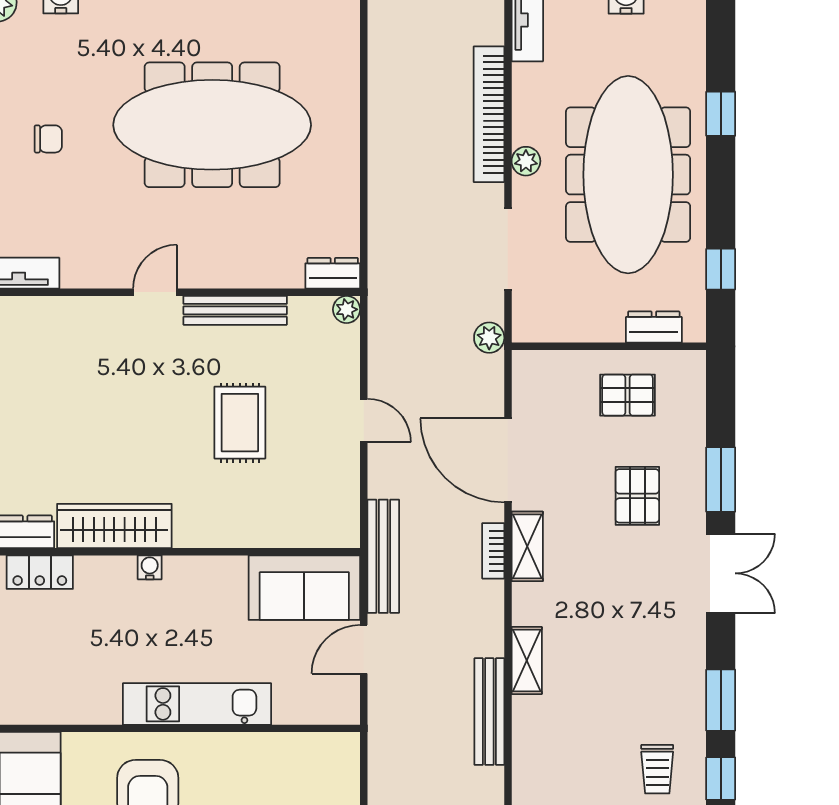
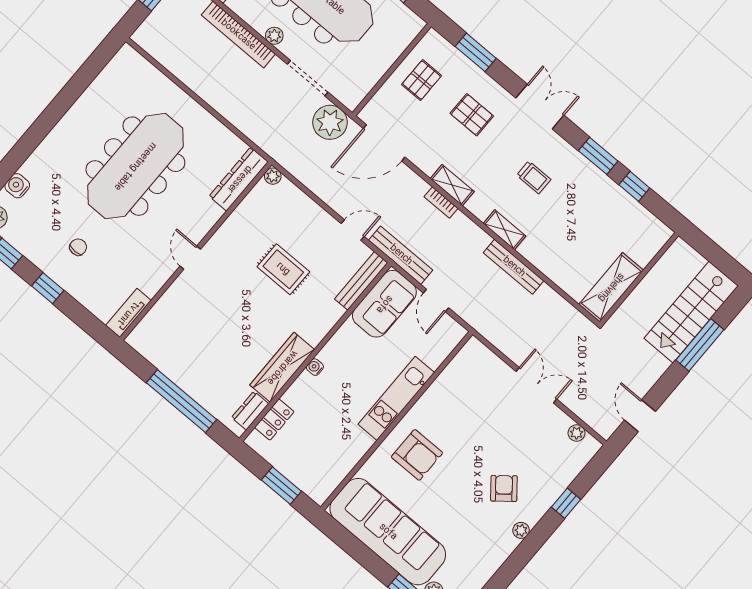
dresser: (333, 273) -> (239, 179), width x1.96, depth x1.24
bench: (235, 310) -> (361, 281), moved
dresser: (654, 327) -> (400, 41), removed
plant: (489, 338) -> (330, 122), width x1.87, depth x1.87
door: (364, 421) -> (353, 230), moved
door: (508, 460) -> (384, 143), moved
window: (721, 480) -> (476, 52), moved
trolley: (657, 769) -> (534, 177), moved

